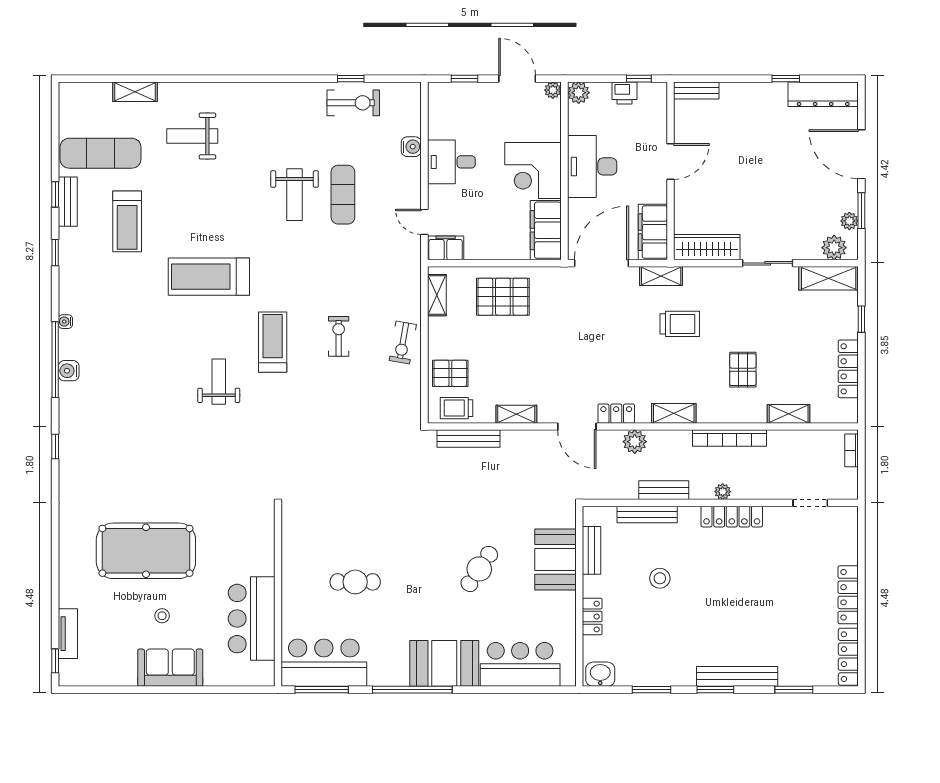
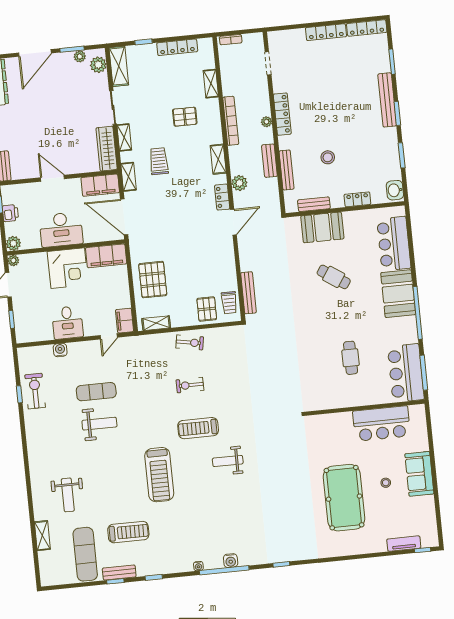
shelving: (516, 414) -> (124, 137), moved

